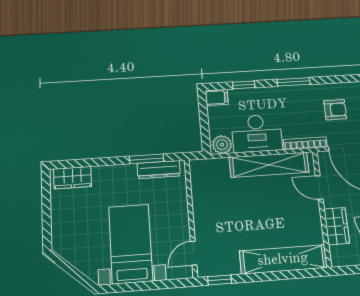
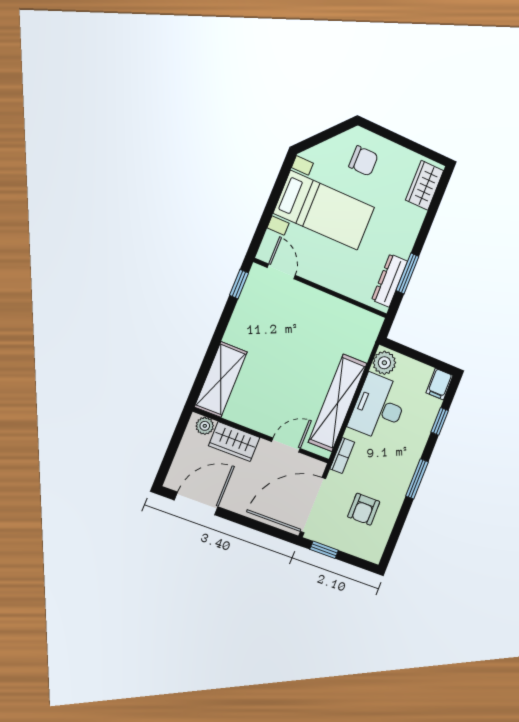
bookcase: (305, 143) -> (342, 455), width x0.64
chair: (77, 232) -> (363, 161), added
plant: (337, 253) -> (205, 426), added
shelving: (283, 259) -> (221, 379), width x0.68

